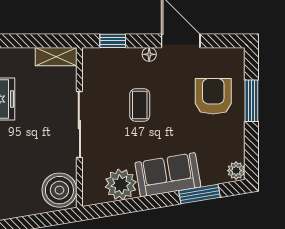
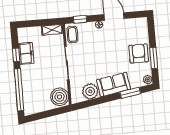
armchair: (213, 96) -> (139, 53), moved
window: (251, 101) -> (154, 58), moved
coffee table: (140, 105) -> (72, 35), moved

